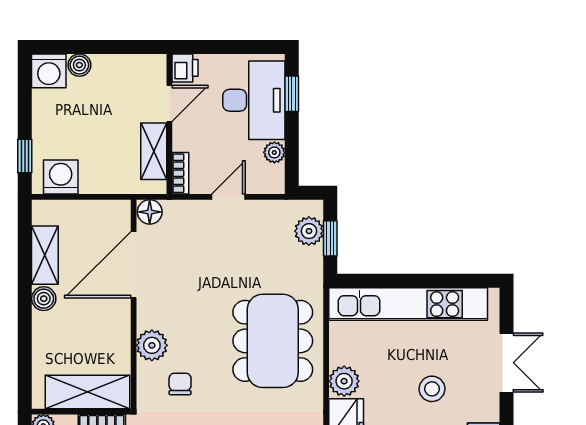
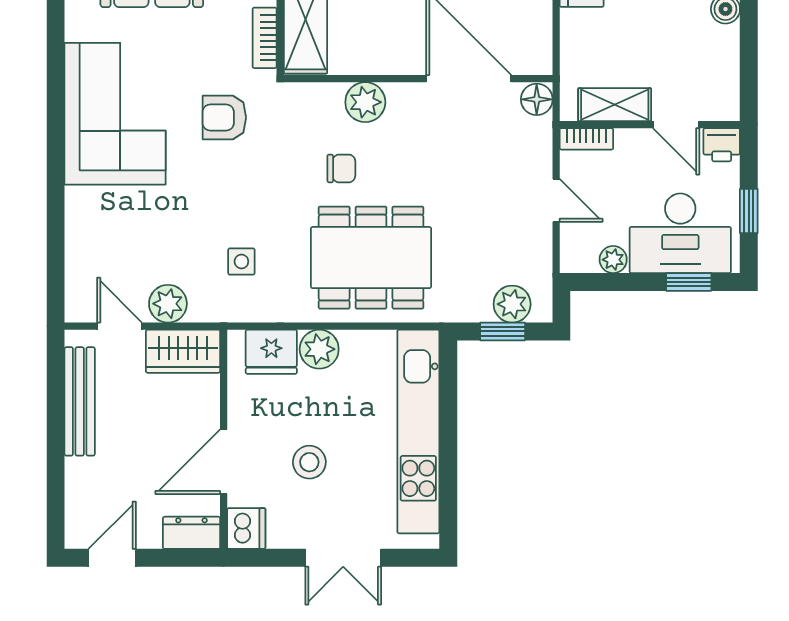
window: (237, 47) -> (749, 211), added
chair: (180, 384) -> (341, 168), moved

